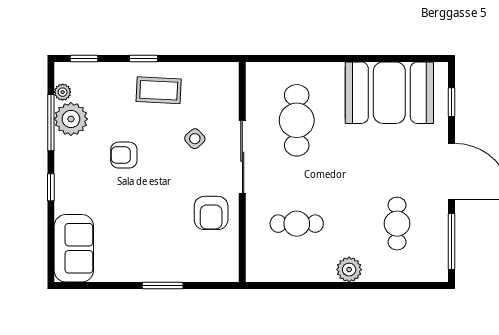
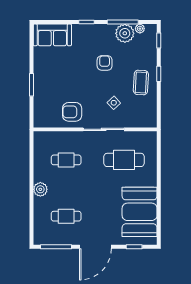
cafe table: (297, 224) -> (66, 160), turned 90

